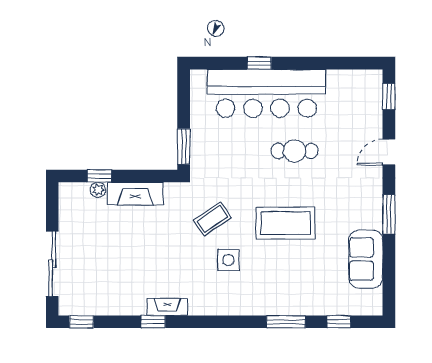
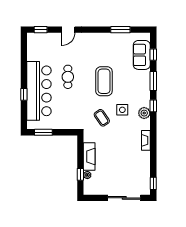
window: (184, 147) -> (43, 132), moved
door: (389, 152) -> (68, 30), hinge flipped
window: (389, 214) -> (120, 30), moved
sofa: (366, 259) -> (142, 55), moved, turned 90
plant: (222, 304) -> (144, 113), added
window: (153, 322) -> (153, 106), moved

